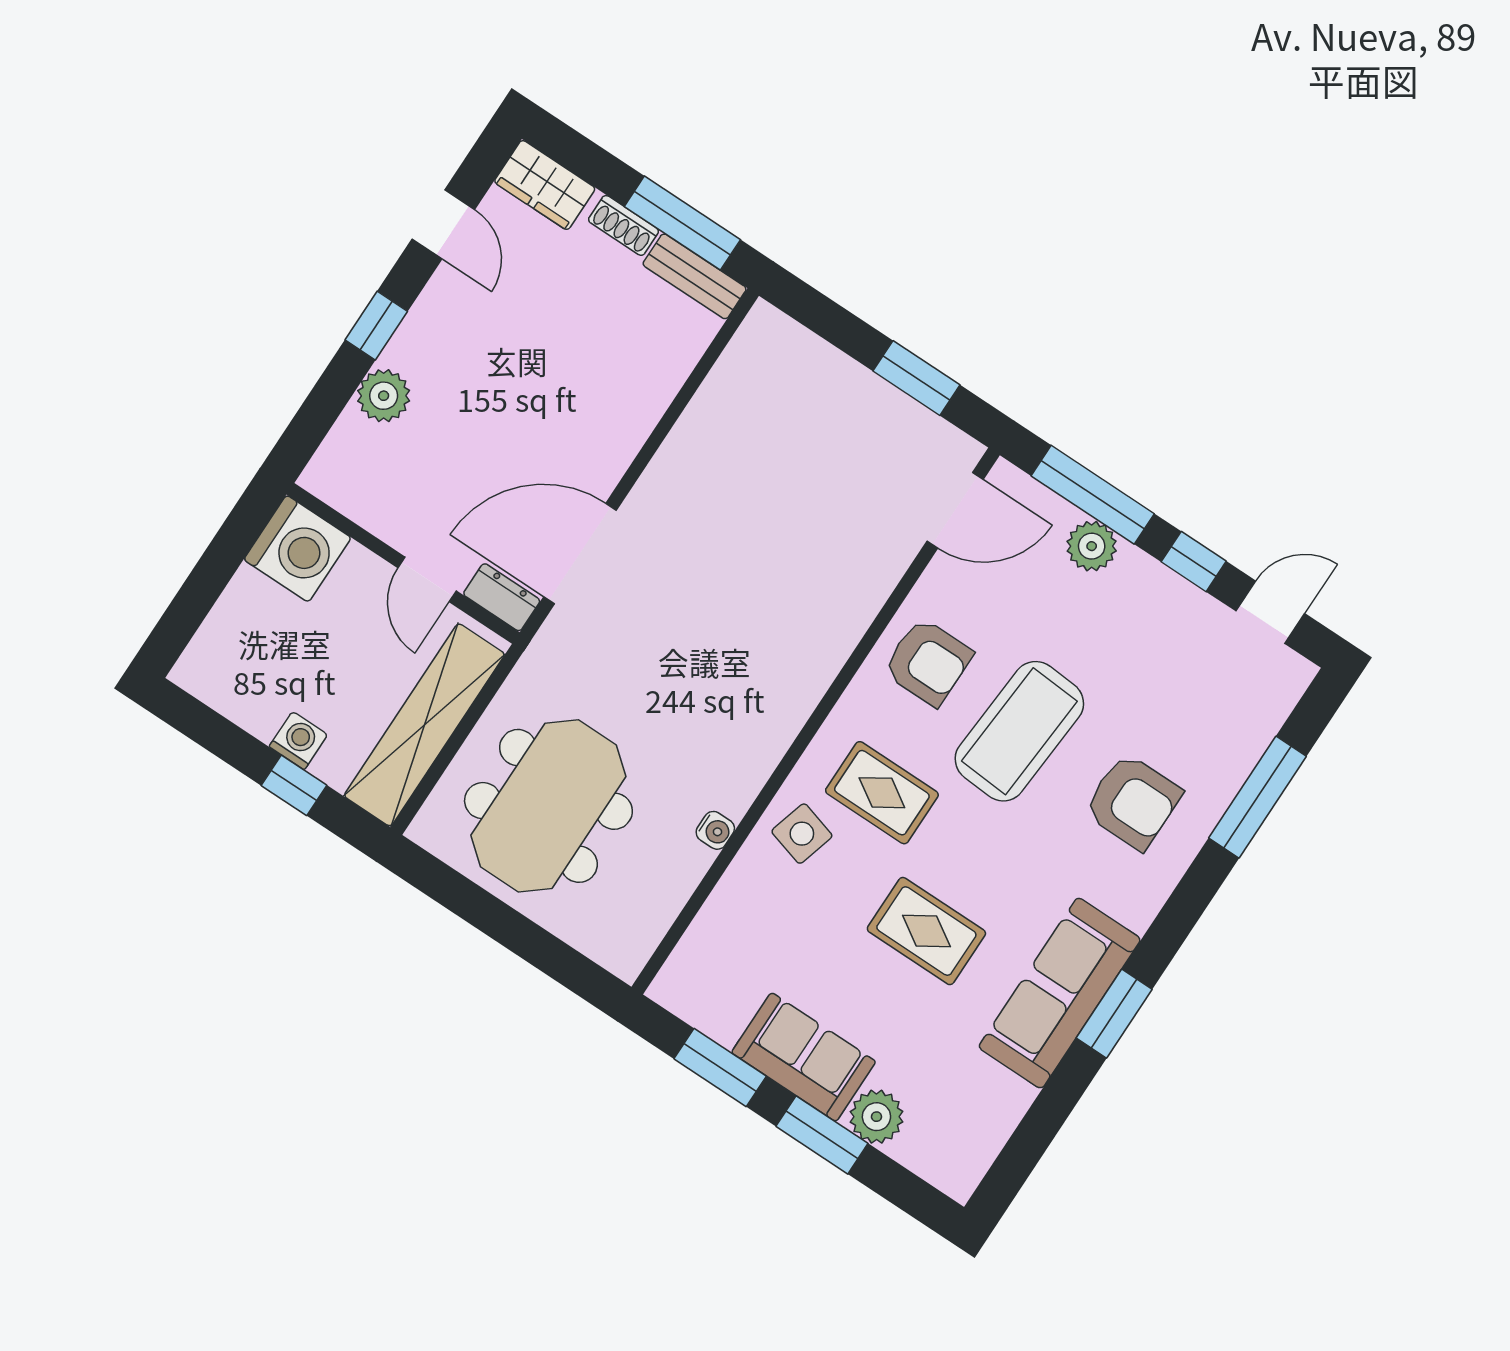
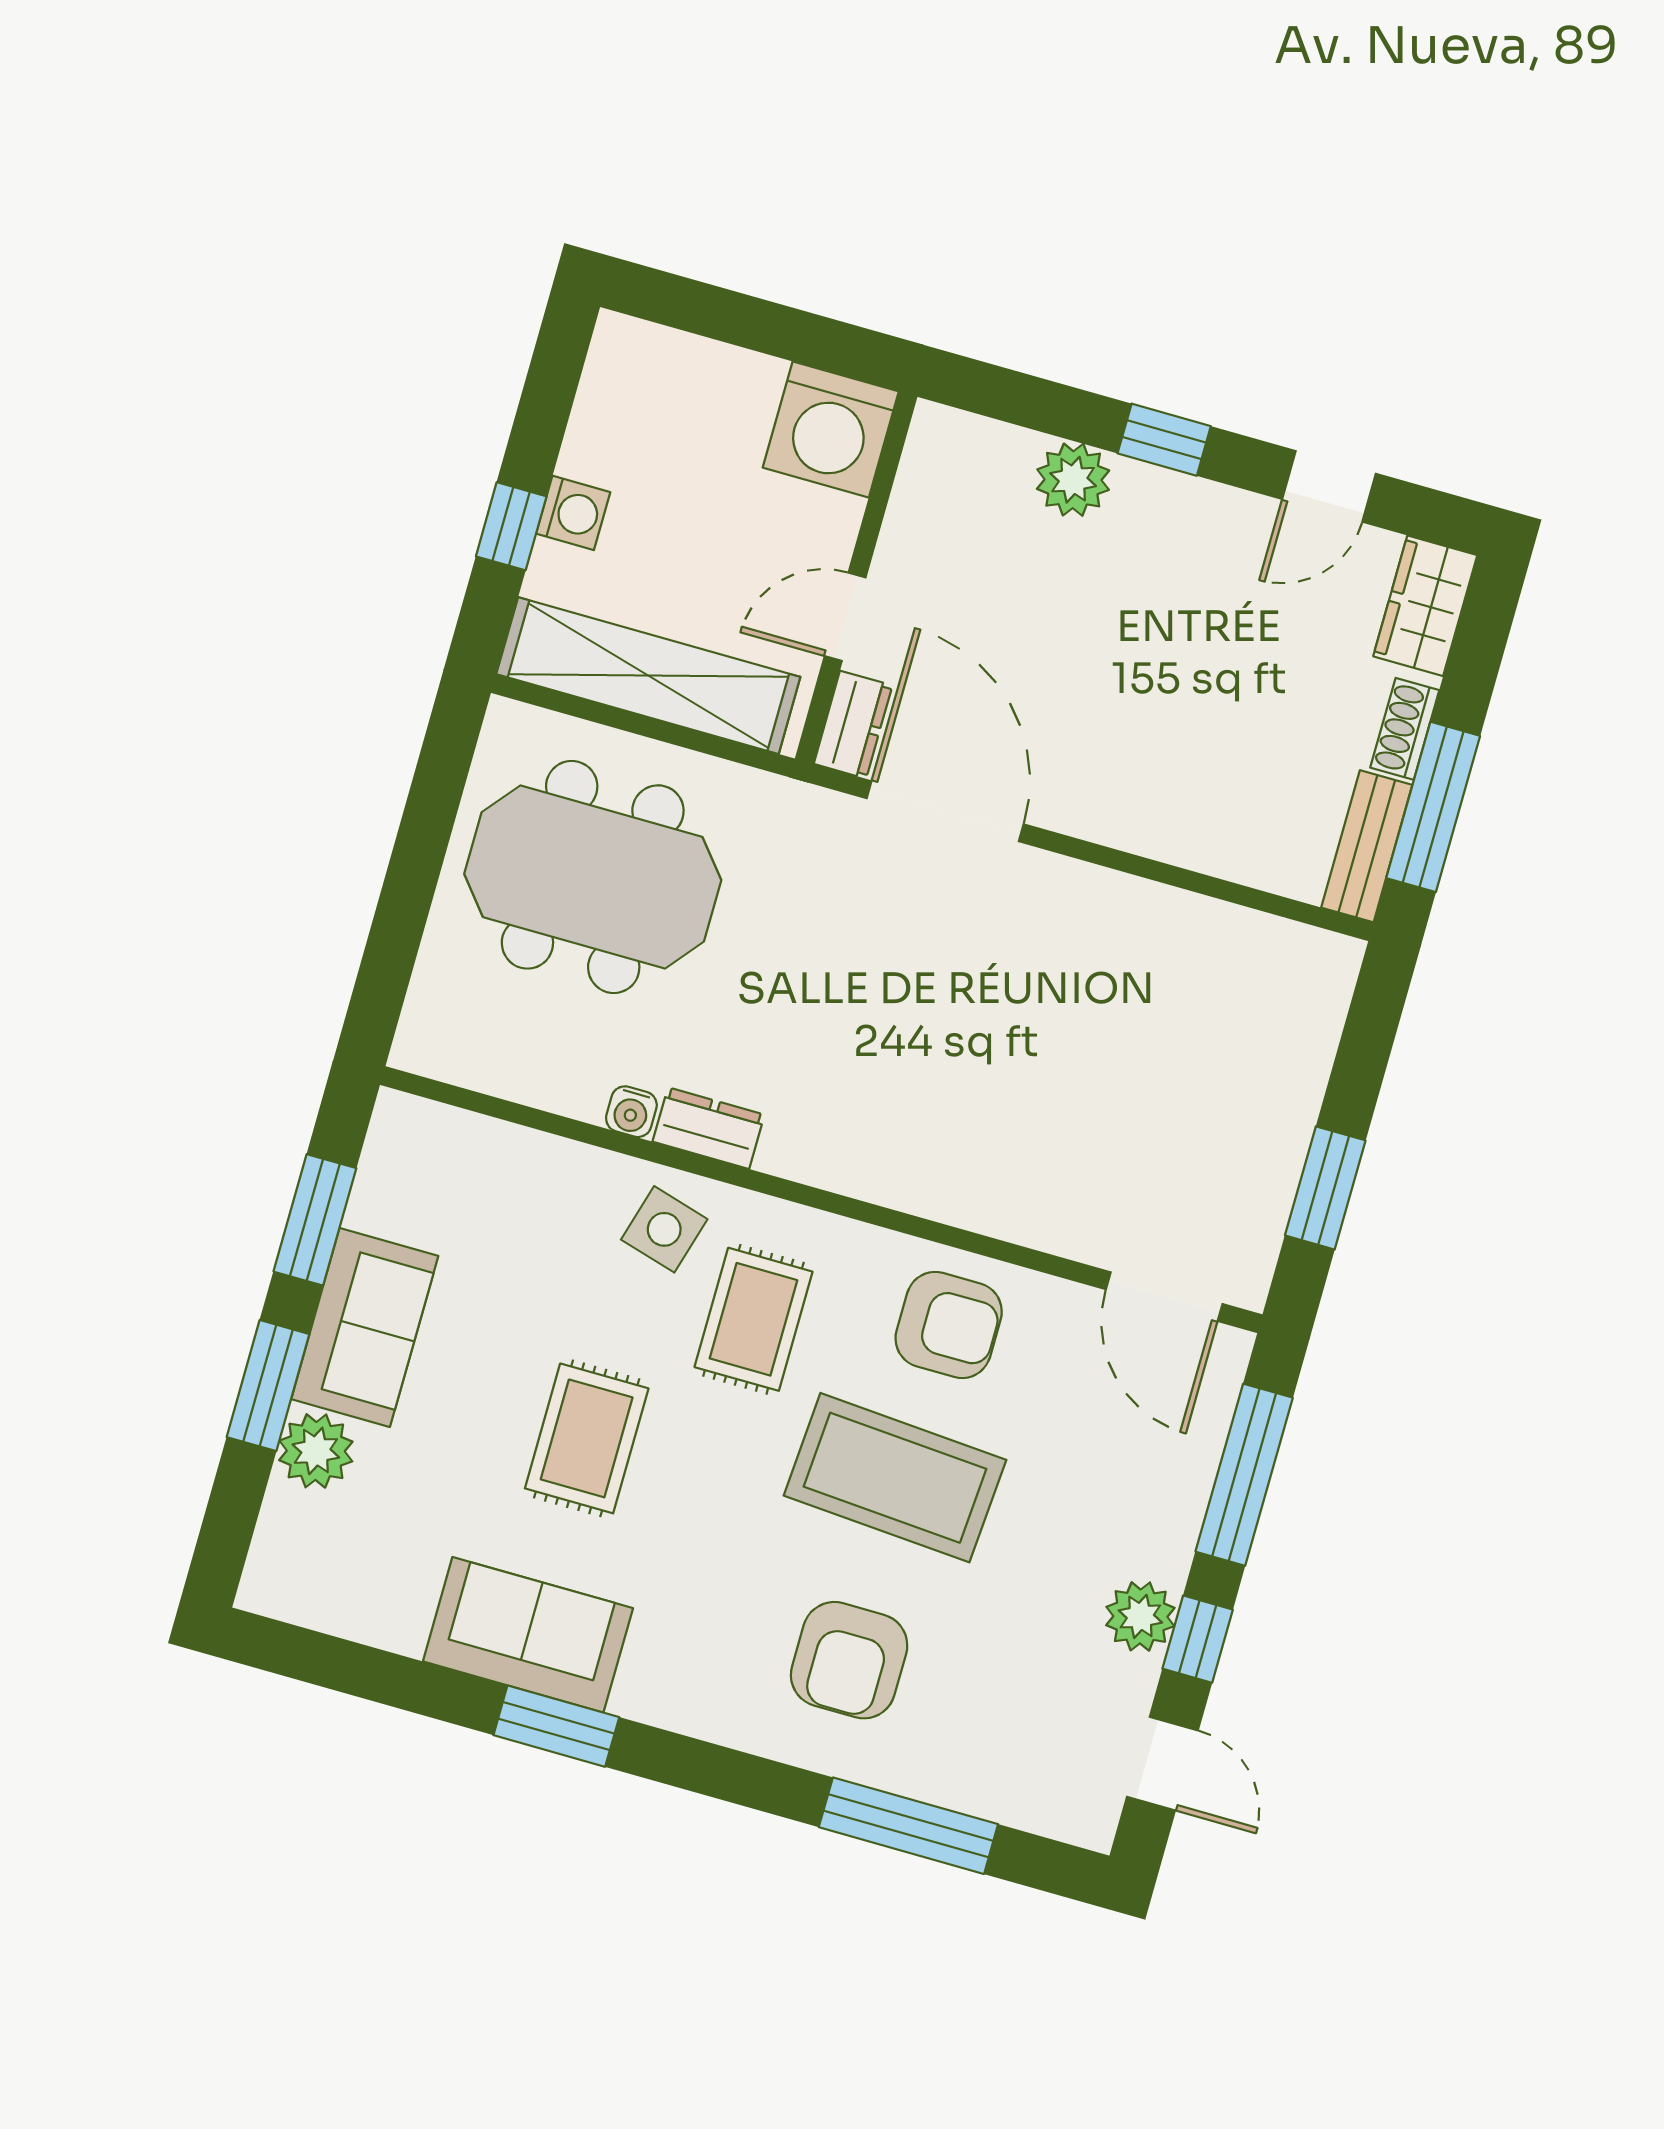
plant: (1092, 546) -> (1140, 1616), moved
armchair: (928, 662) -> (949, 1325), turned -90
dresser: (743, 782) -> (708, 1128), added
sofa: (1060, 993) -> (528, 1635), width x0.73

